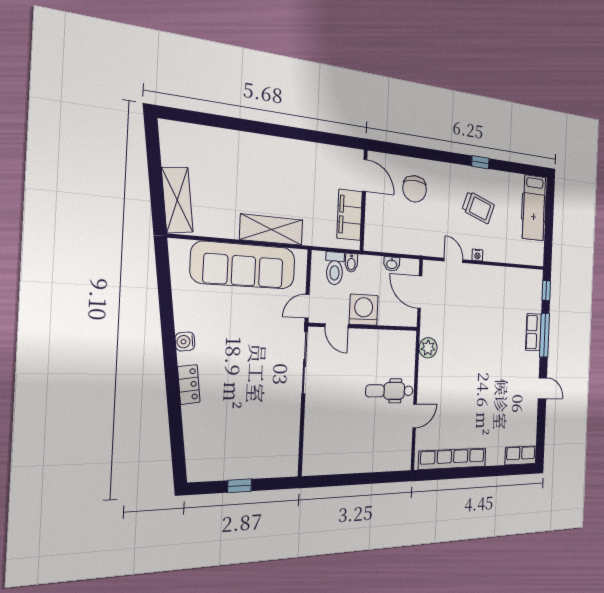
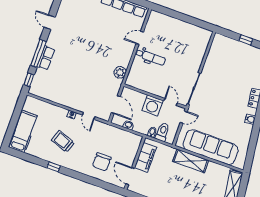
chair: (415, 189) -> (102, 162), turned 180

